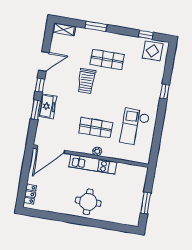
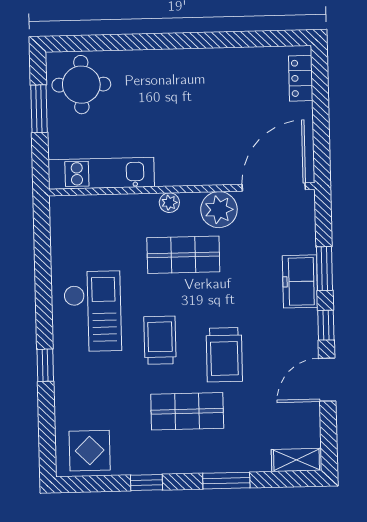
window: (146, 35) -> (146, 483), moved
trolley: (86, 81) -> (224, 355), turned 180
trolley: (113, 93) -> (160, 340), added
checkout: (135, 127) -> (93, 311), moved
plant: (76, 144) -> (219, 210), added
kitchen unit: (93, 164) -> (101, 173), moved
round table: (88, 202) -> (81, 85), moved

